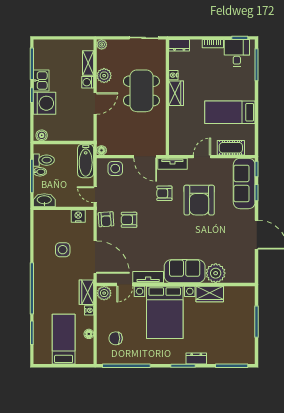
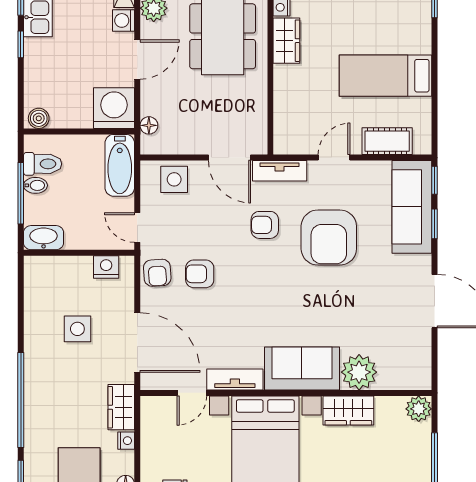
washing machine: (45, 103) -> (114, 108), moved, turned -90
floor lamp: (101, 150) -> (149, 125), moved
plant: (104, 293) -> (419, 409), moved

